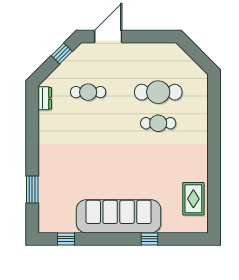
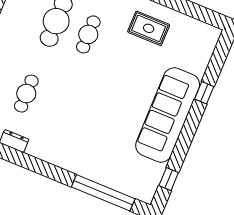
window: (32, 189) -> (103, 193), width x2.11
rug: (193, 199) -> (149, 28), moved

